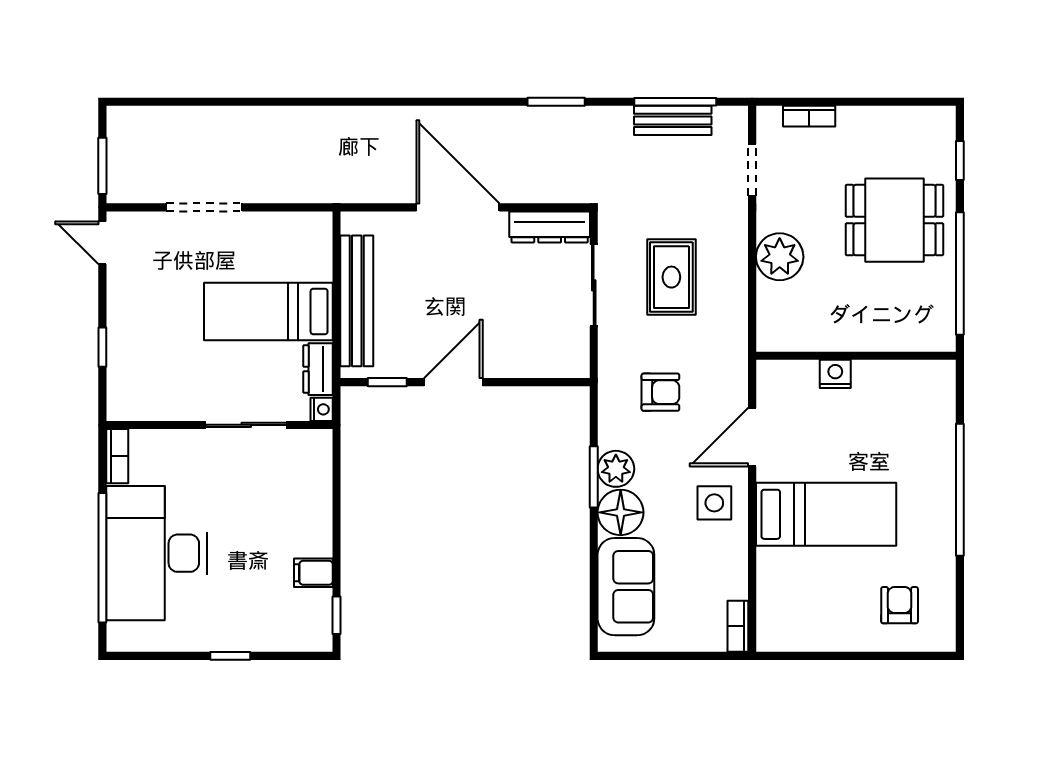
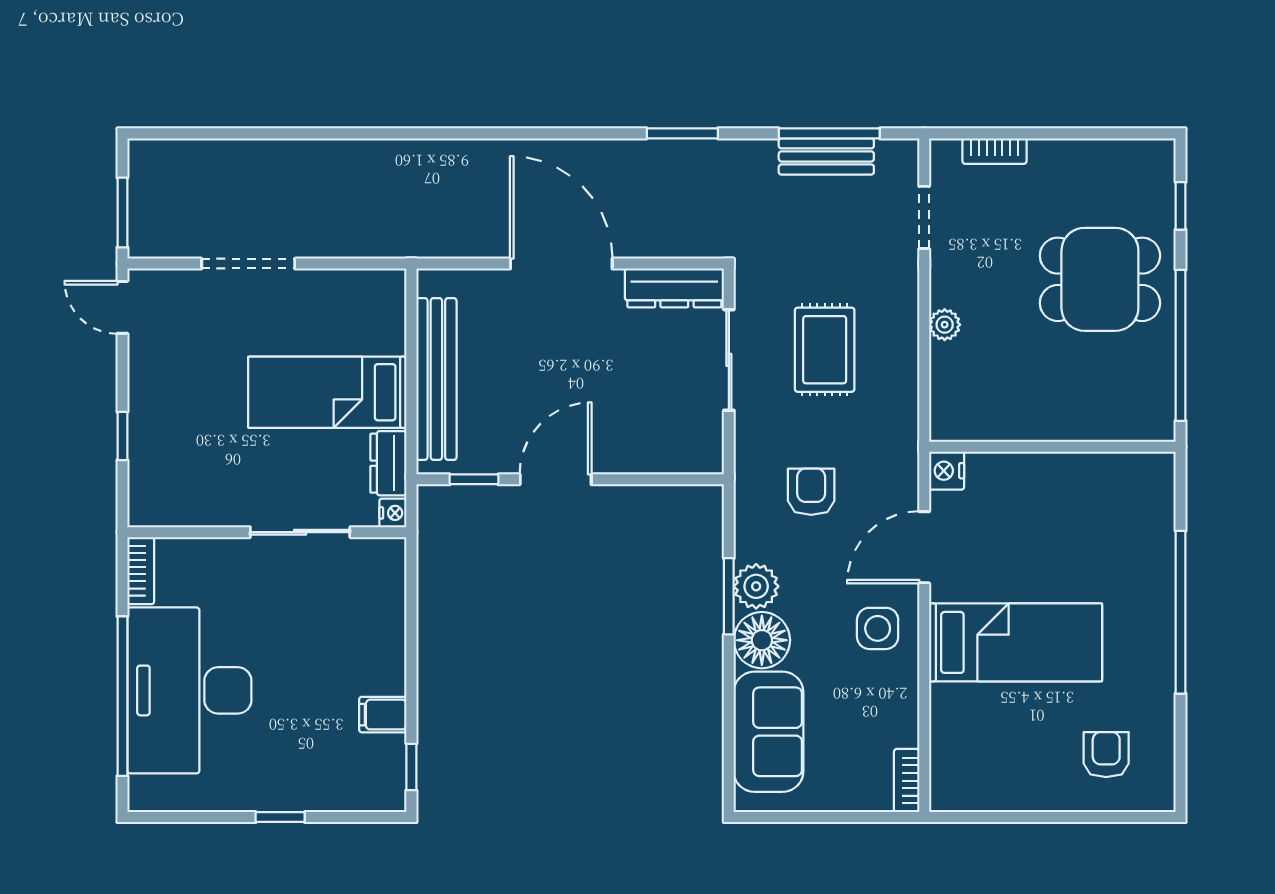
plant: (780, 257) -> (945, 325), width x0.53, depth x0.53
nightstand: (835, 374) -> (947, 471), moved, turned -90
armchair: (660, 392) -> (811, 492), turned -90

